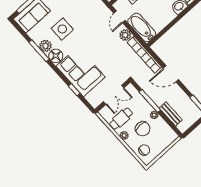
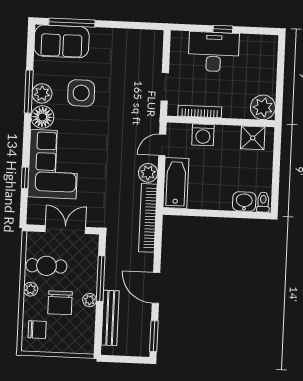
door: (171, 74) -> (156, 288), moved
double door: (114, 95) -> (65, 230), swing flipped
bench: (171, 114) -> (110, 318), width x1.36

